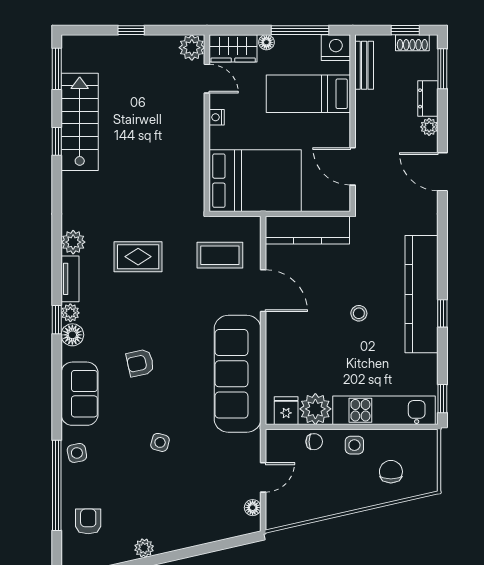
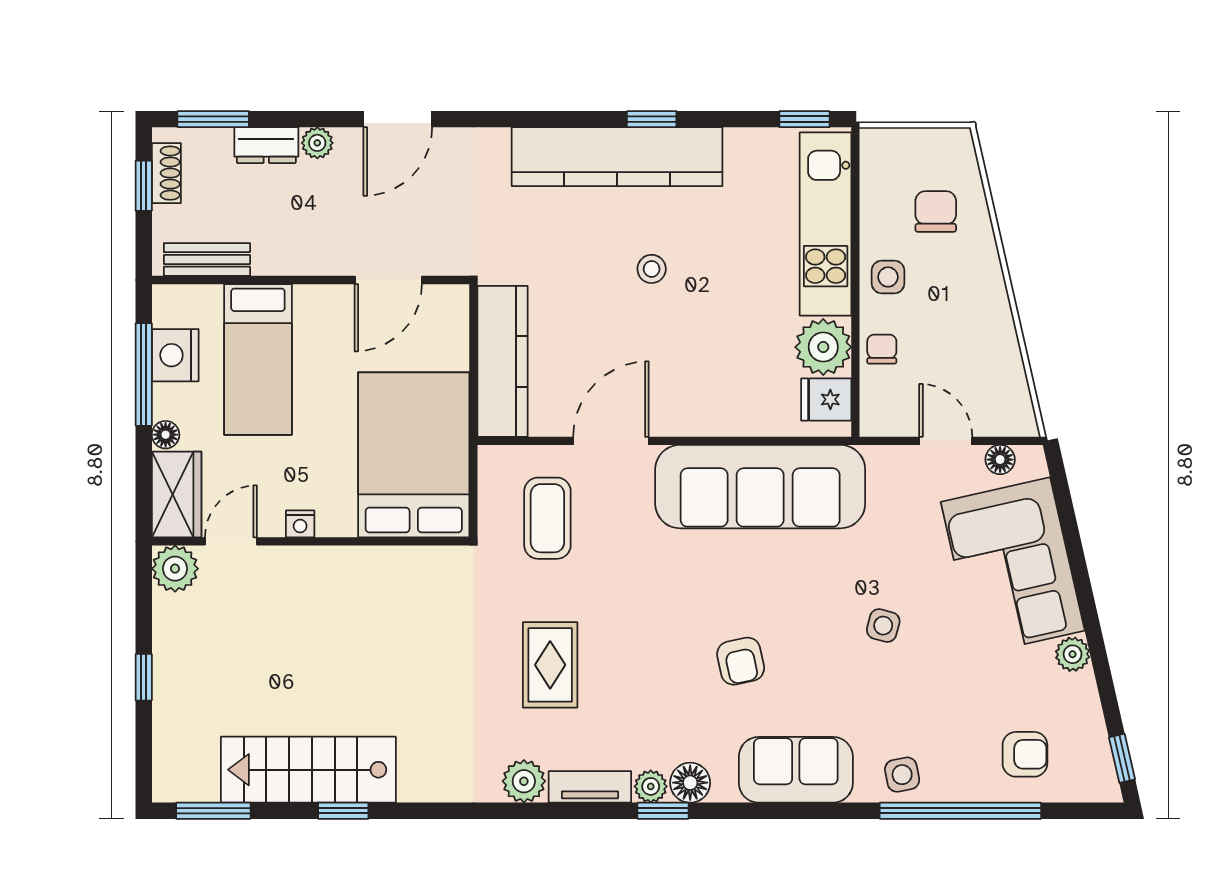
nightstand: (336, 48) -> (175, 355), moved
chair: (391, 472) -> (936, 211), turned 90
corner sofa: (193, 515) -> (1013, 566), added
armchair: (88, 521) -> (1025, 754), turned 180

